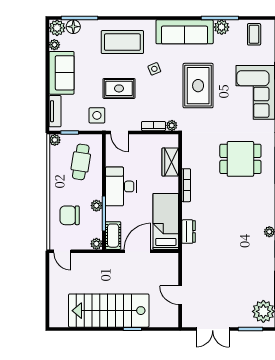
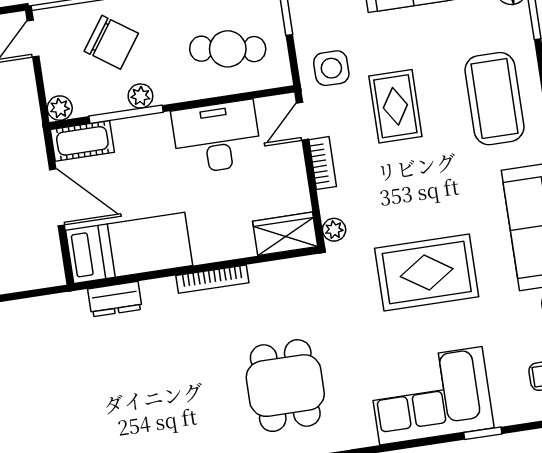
side table: (154, 69) -> (448, 175), removed
bookcase: (153, 126) -> (323, 163), moved
wardrobe: (170, 162) -> (285, 234), moved
desk: (121, 186) -> (217, 137), moved
chair: (70, 215) -> (111, 42), turned 125

